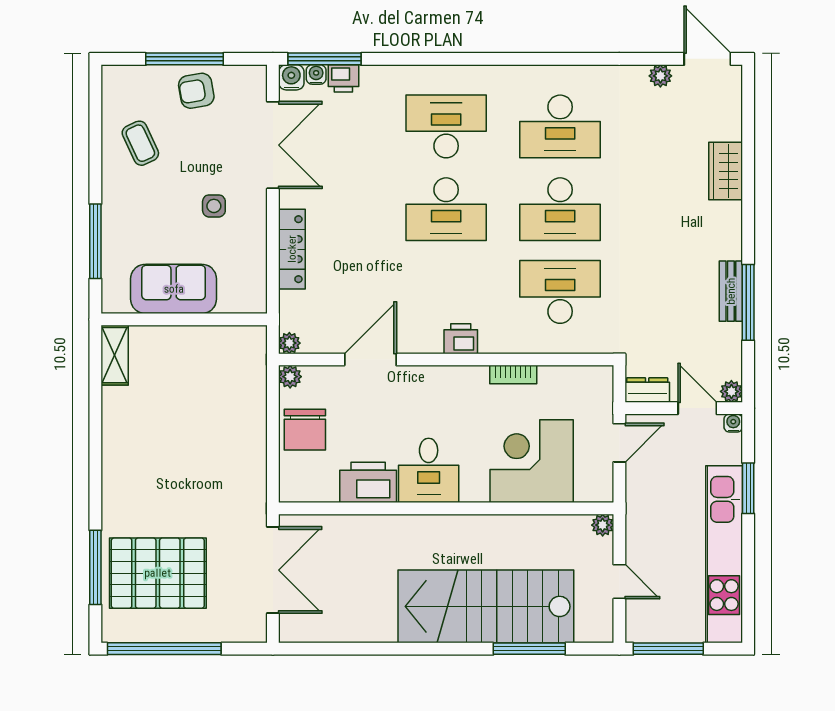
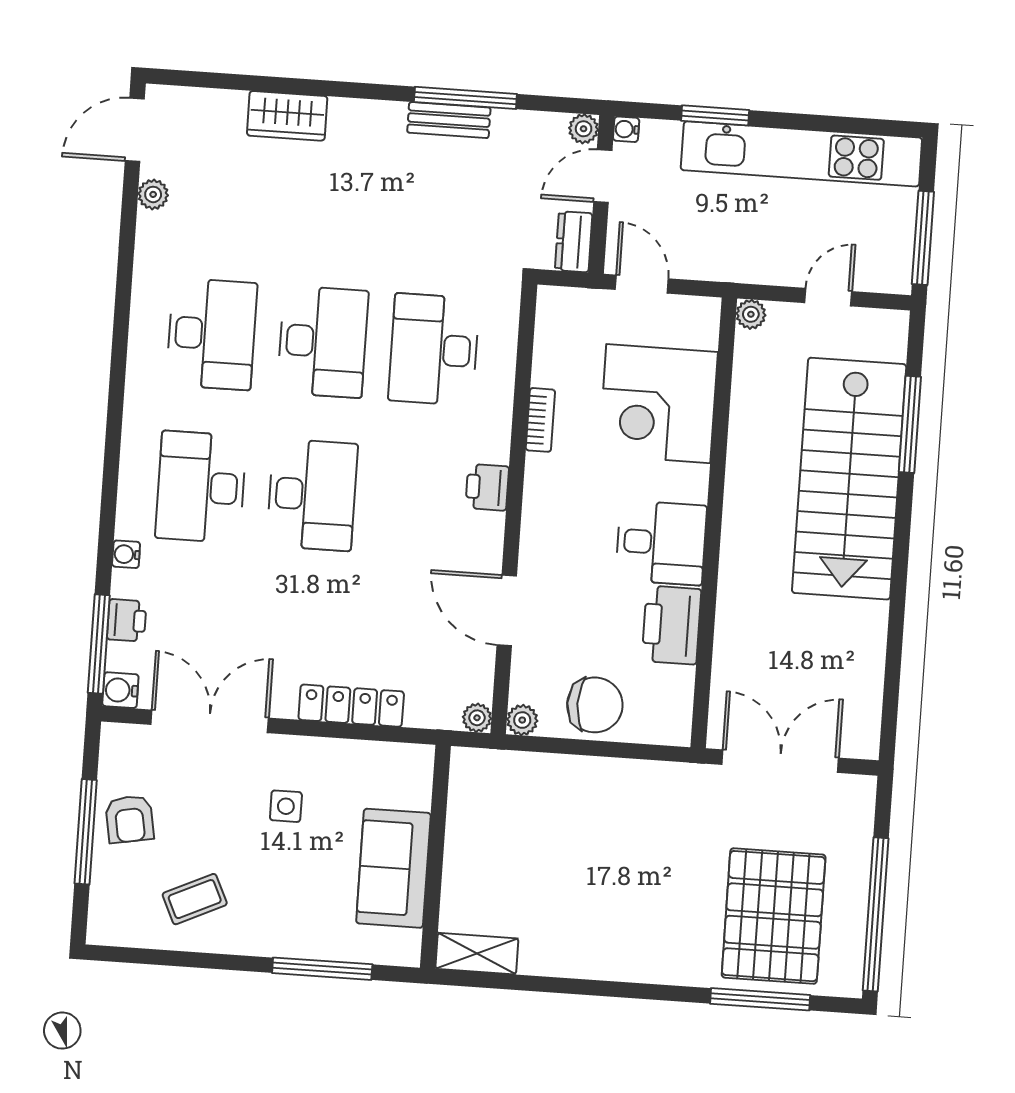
water cooler: (316, 74) -> (126, 554), moved

